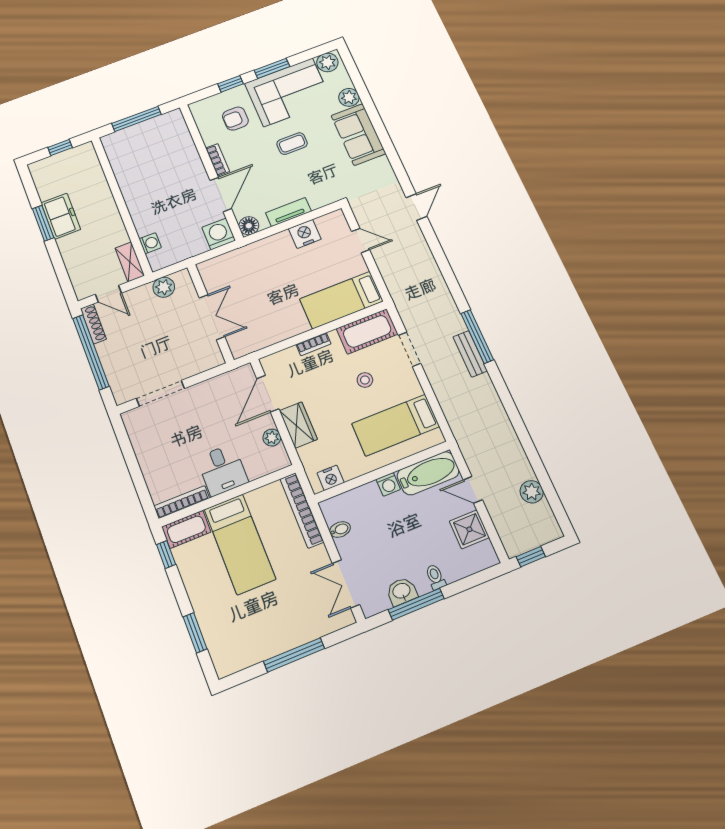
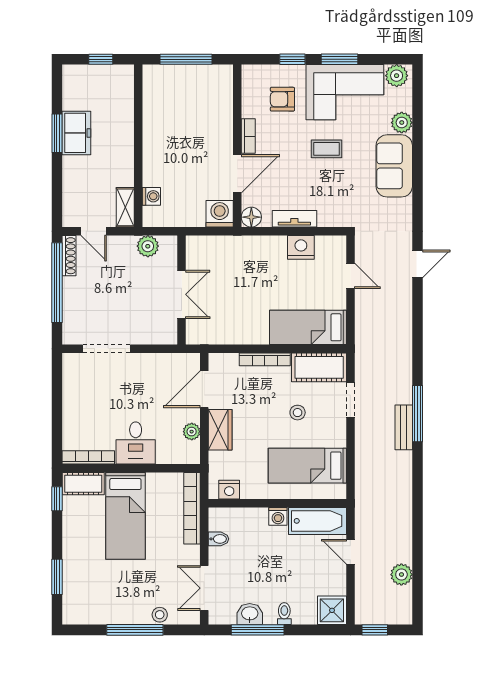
bookcase: (313, 344) -> (265, 359), width x1.56
shower: (469, 529) -> (332, 610), moved
stool: (313, 629) -> (160, 615), added

